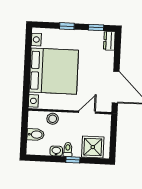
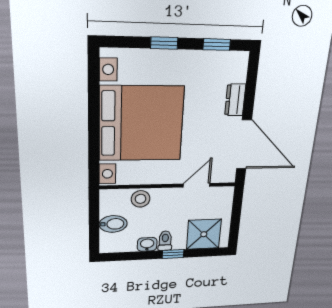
dresser: (109, 41) -> (235, 100), moved

